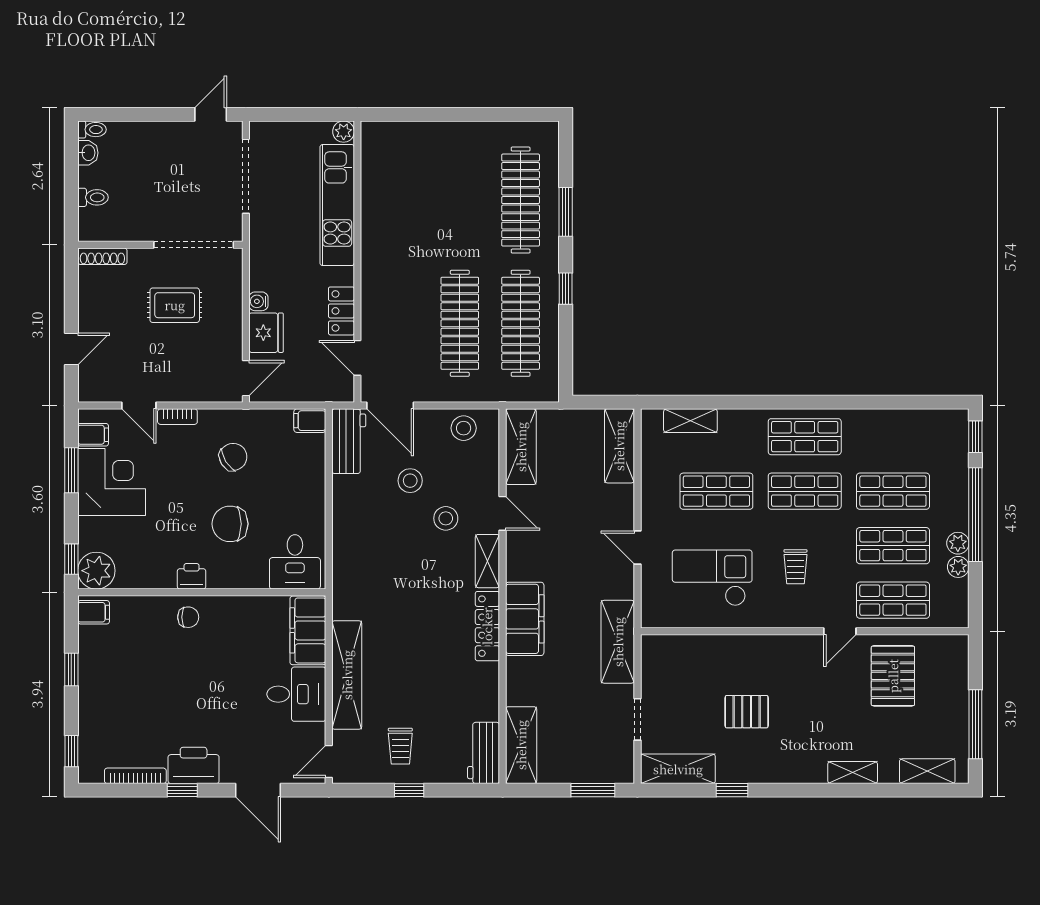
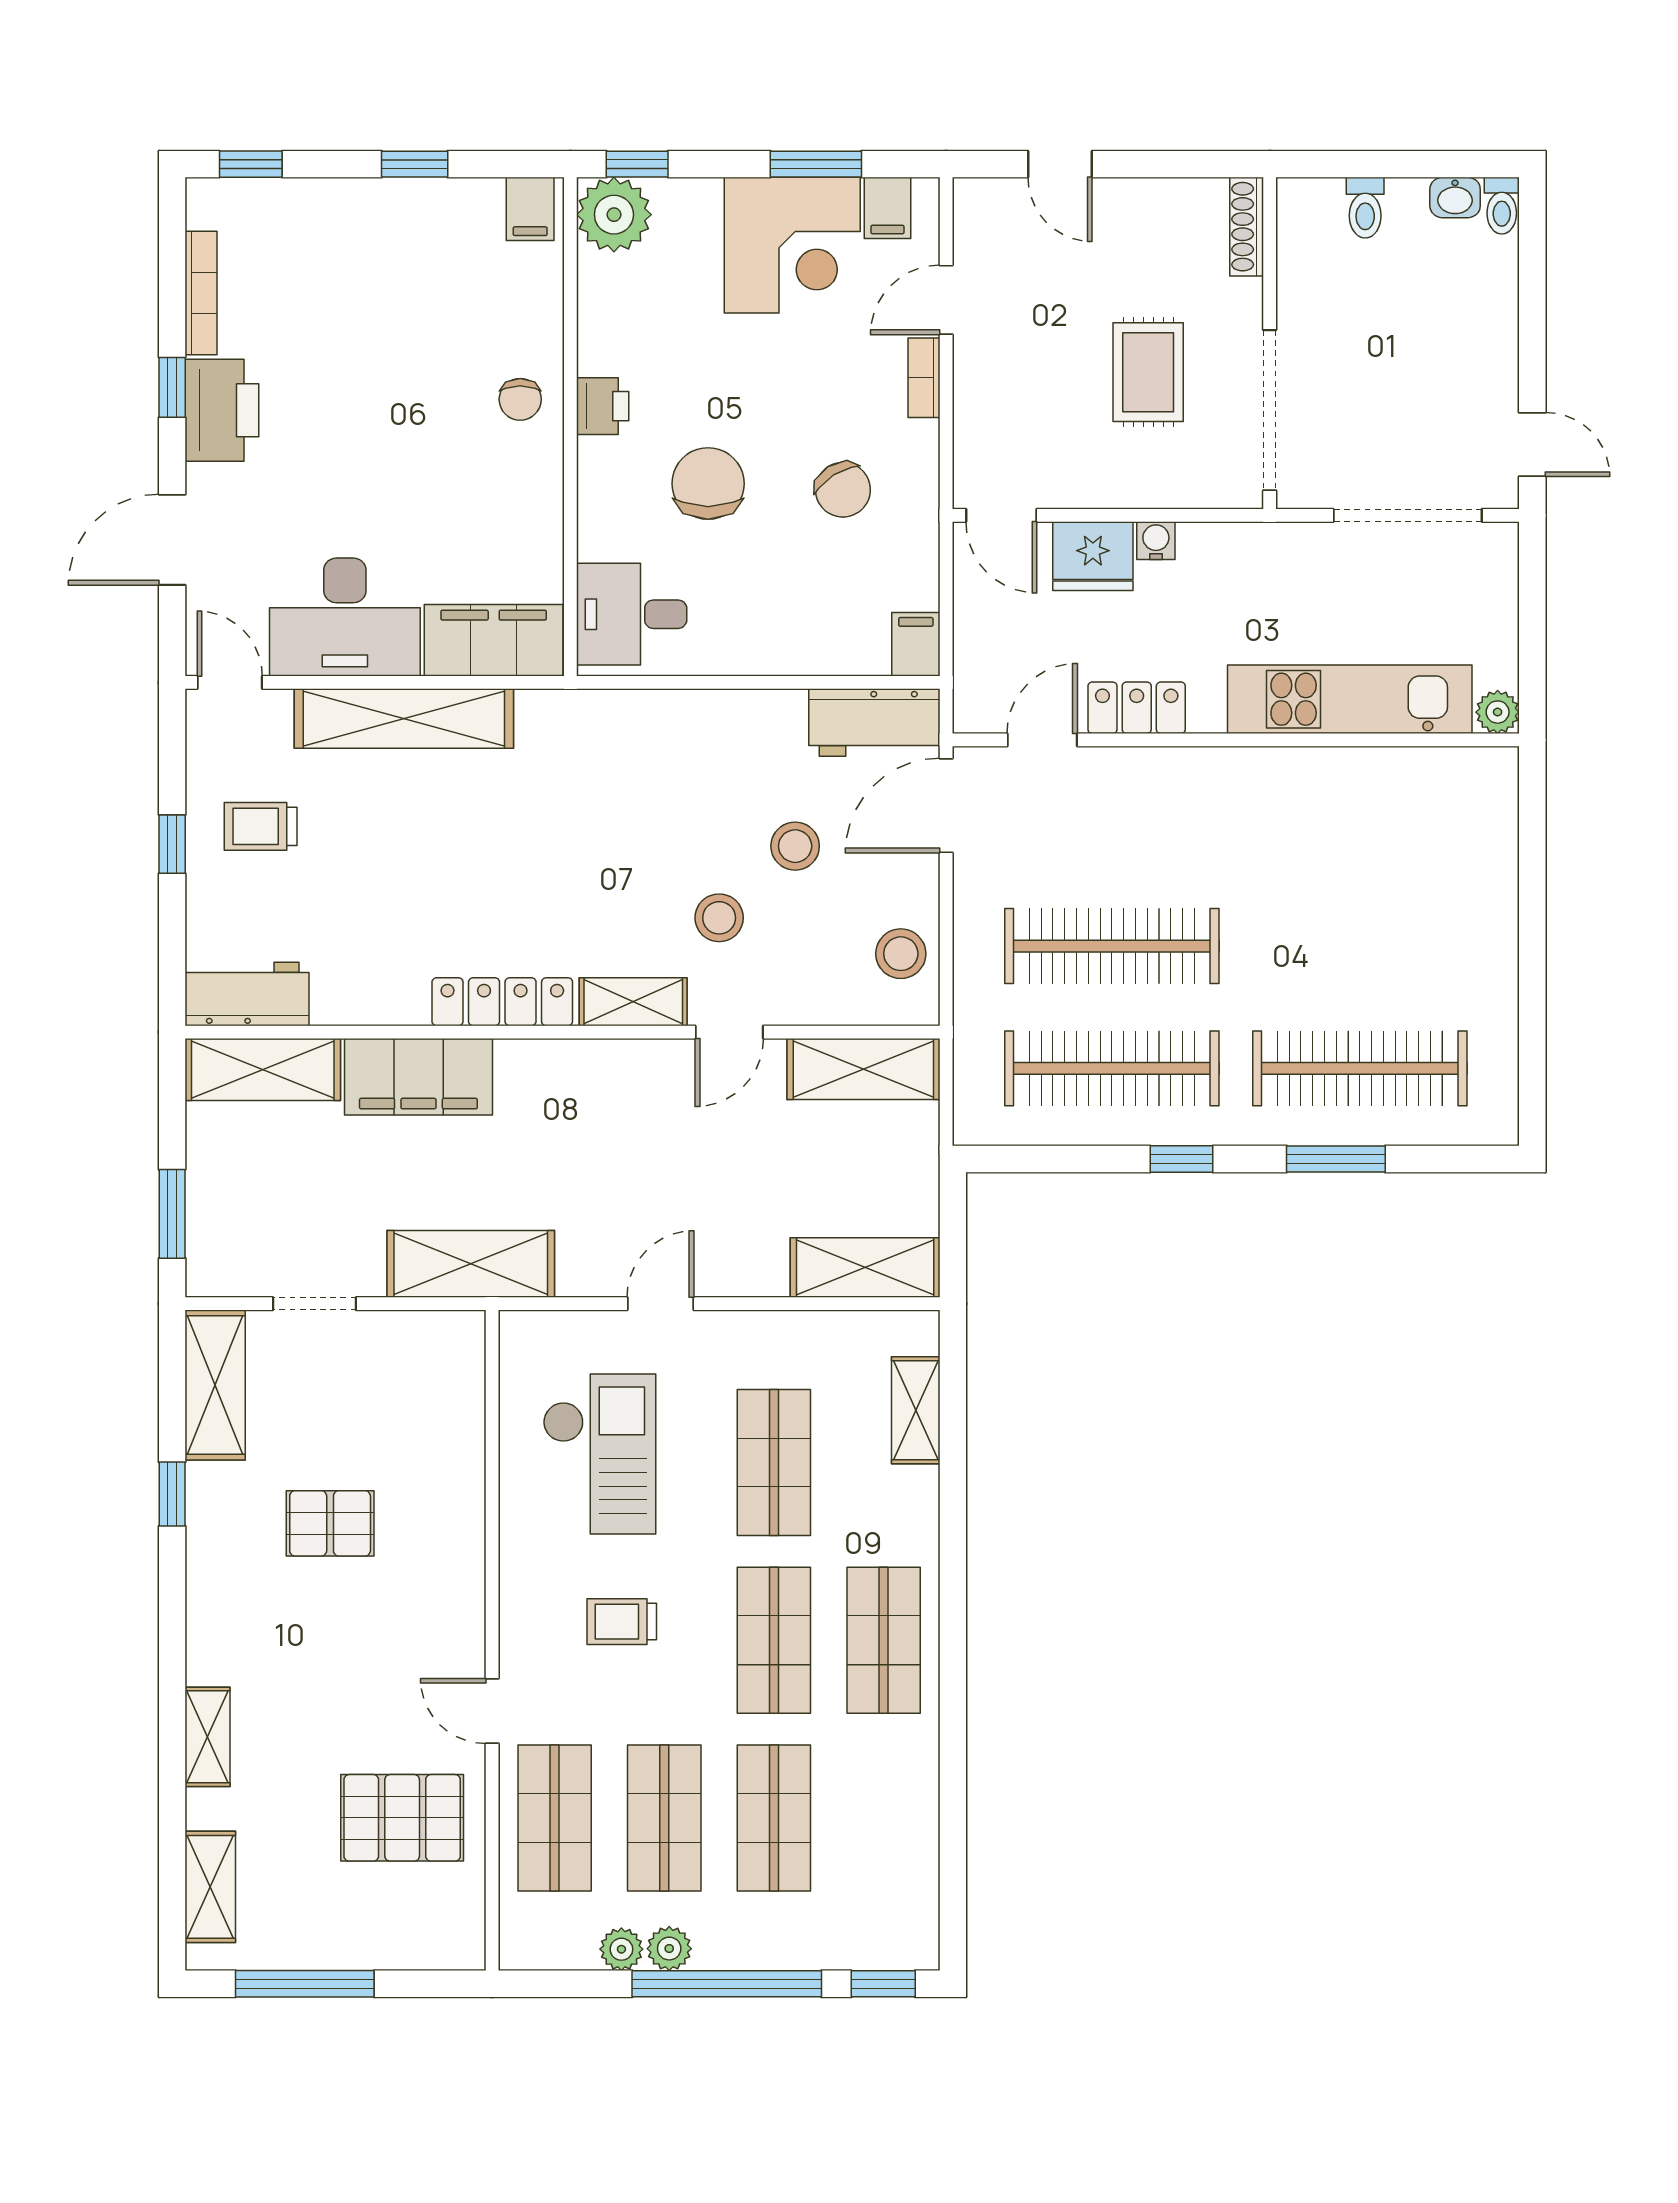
filing cabinet: (525, 619) -> (418, 1077), moved
desk: (296, 694) -> (345, 617), width x1.37
pallet: (747, 712) -> (330, 1523), turned 90

